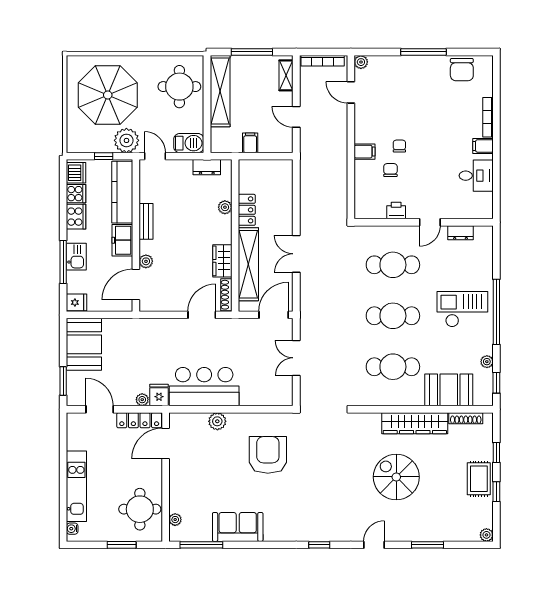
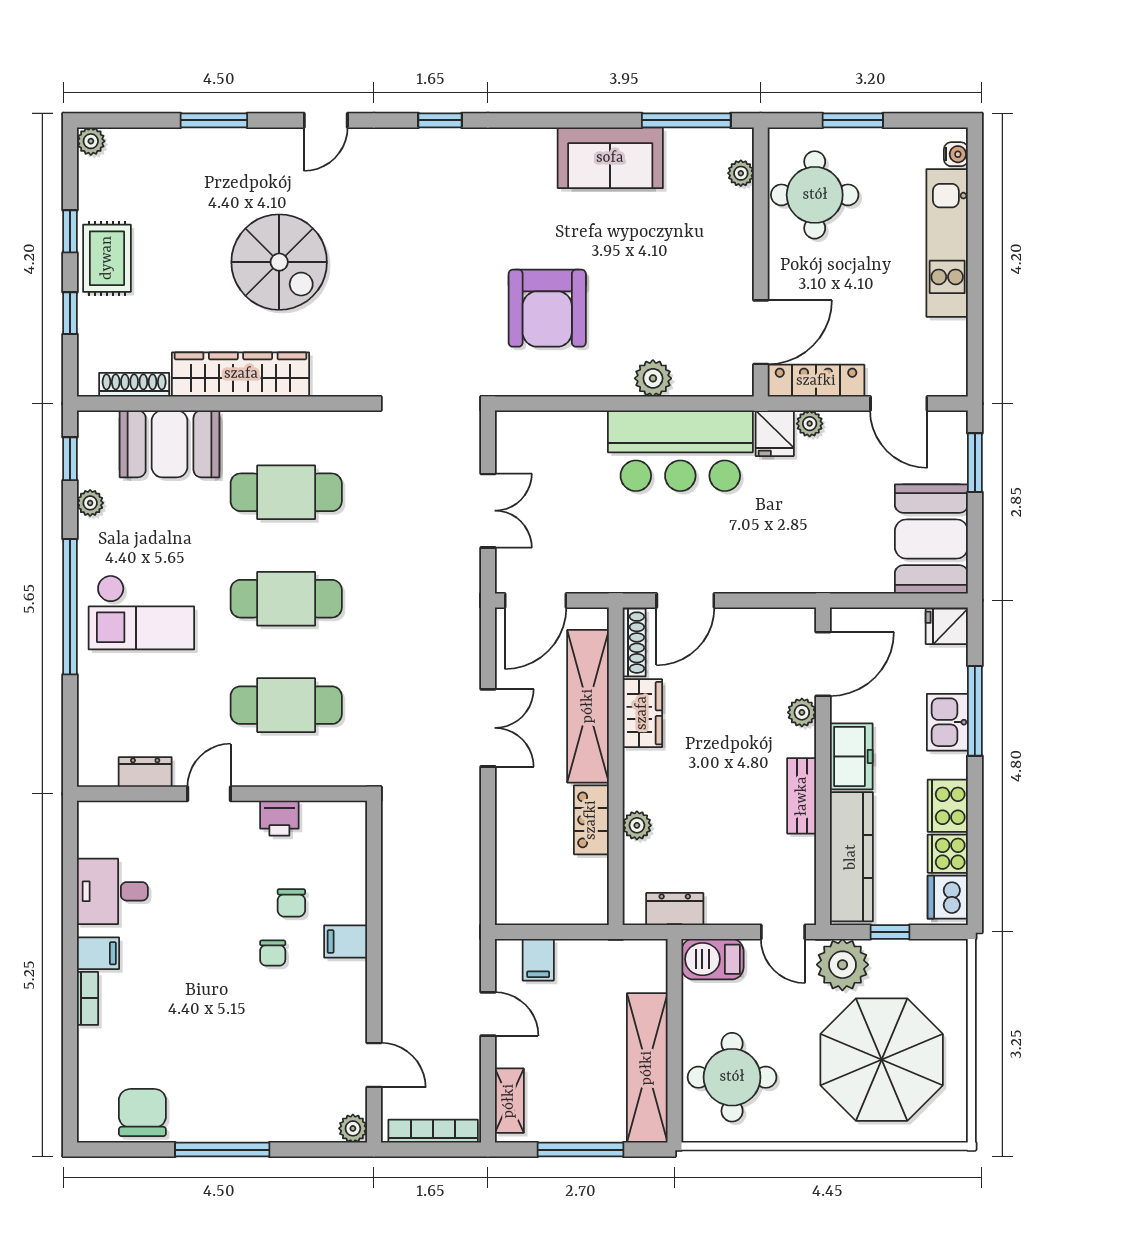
bookcase: (488, 117) -> (88, 998), width x0.64
filing cabinet: (250, 143) -> (538, 960), moved

